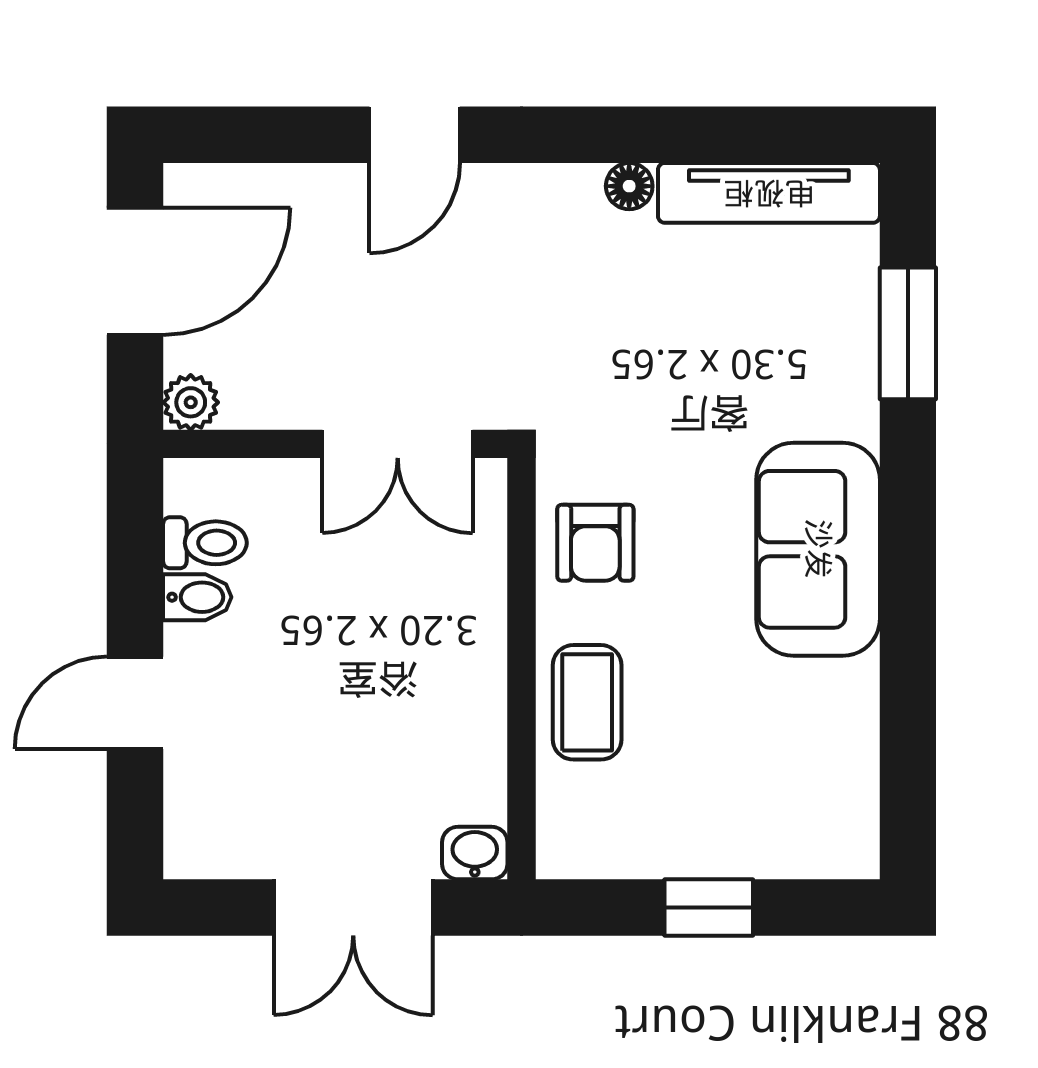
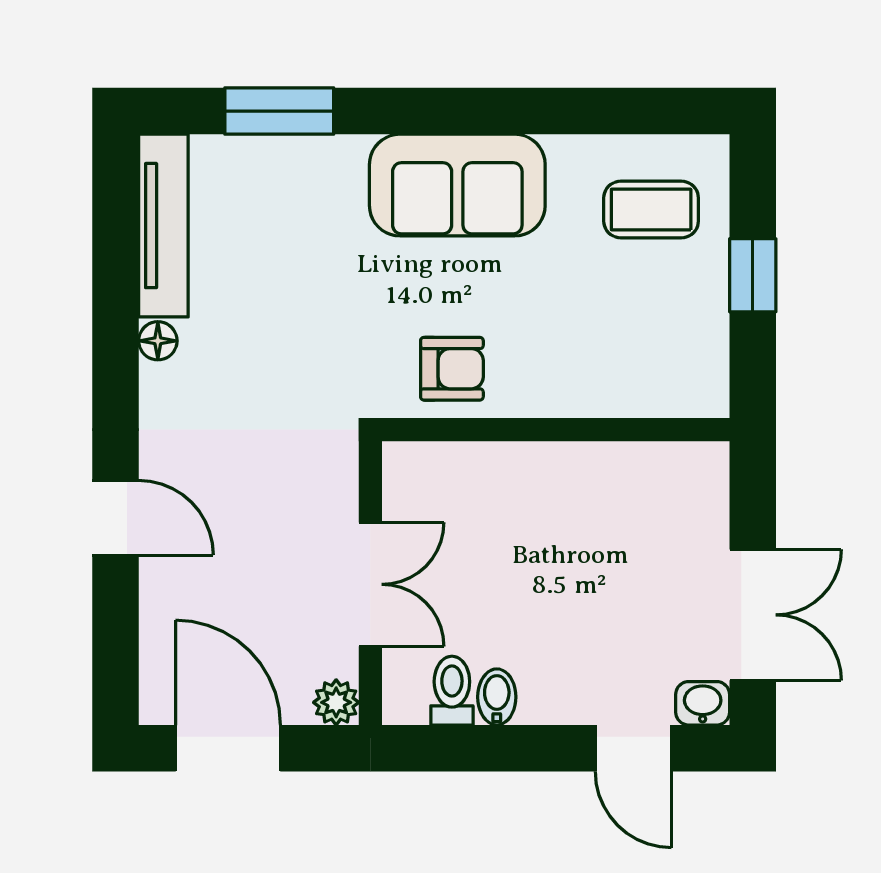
double door: (398, 444) -> (370, 584), moved
coffee table: (587, 702) -> (651, 210), moved
door: (135, 703) -> (633, 748), moved
washbasin: (475, 853) -> (703, 703), moved, turned 90
double door: (353, 908) -> (753, 615), moved

